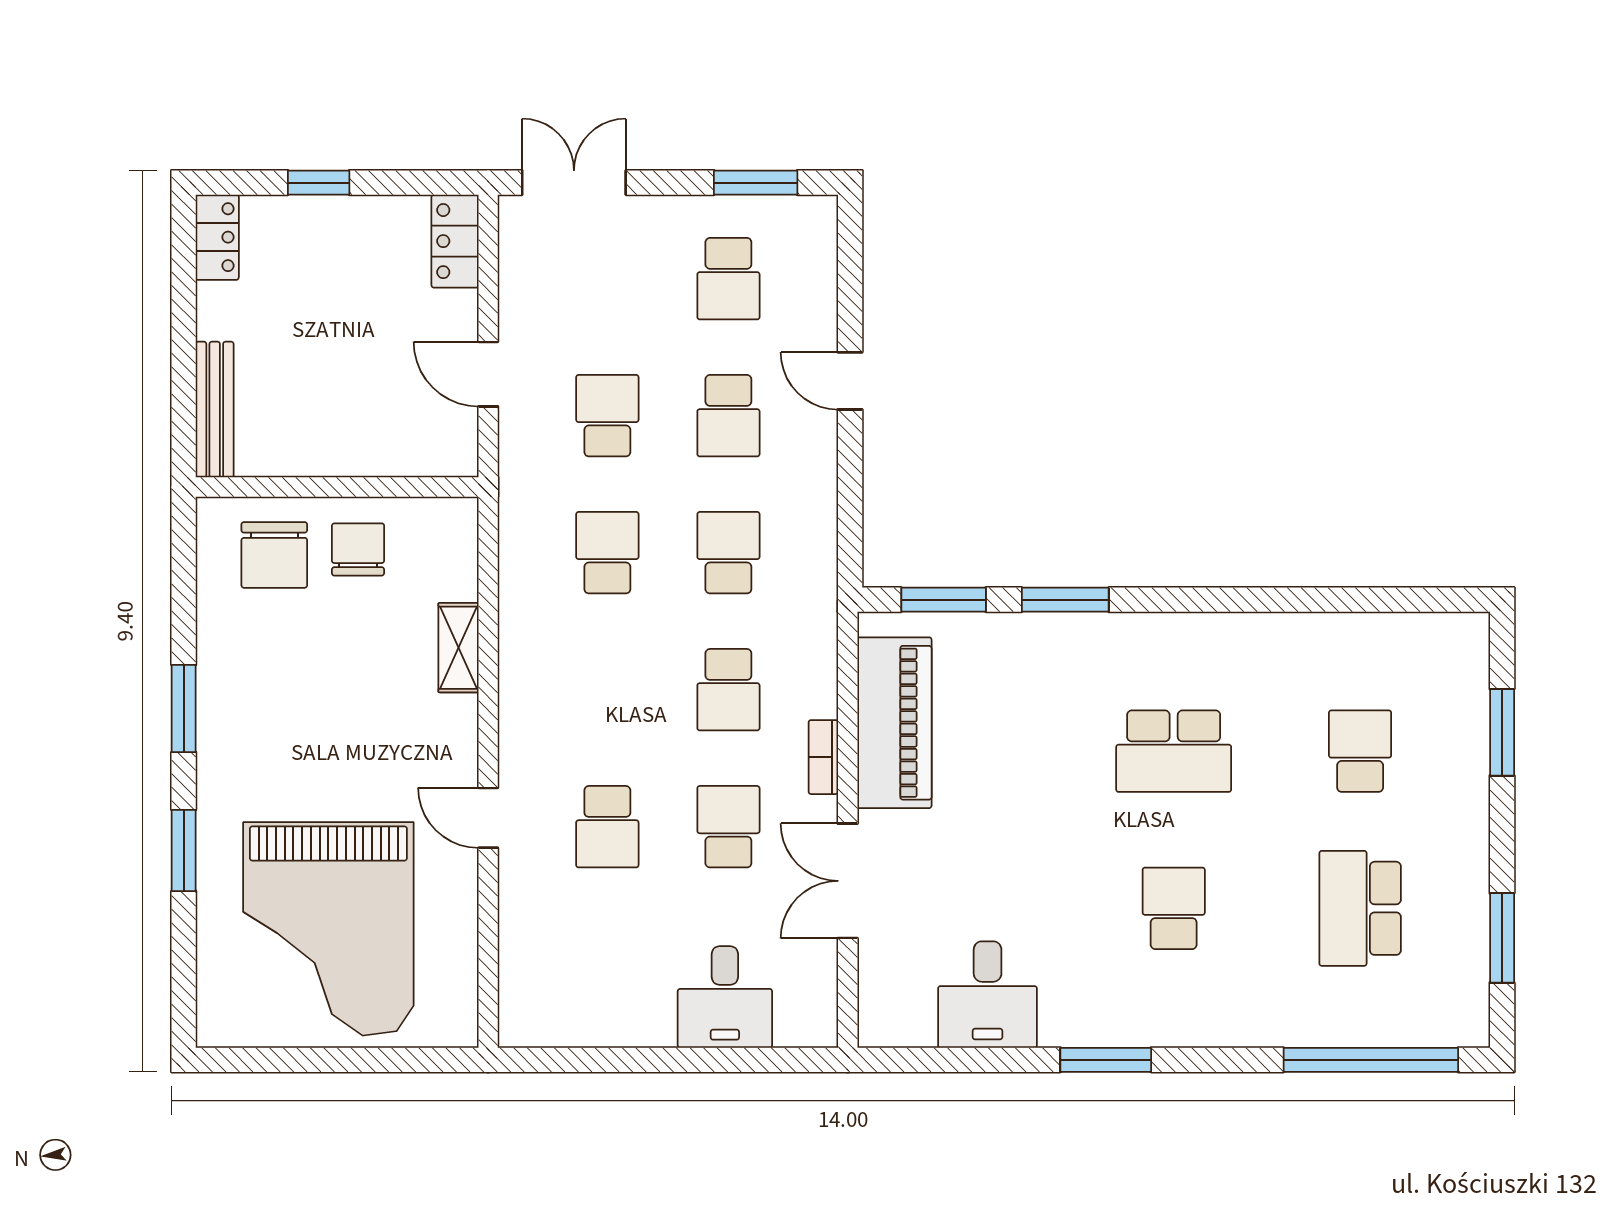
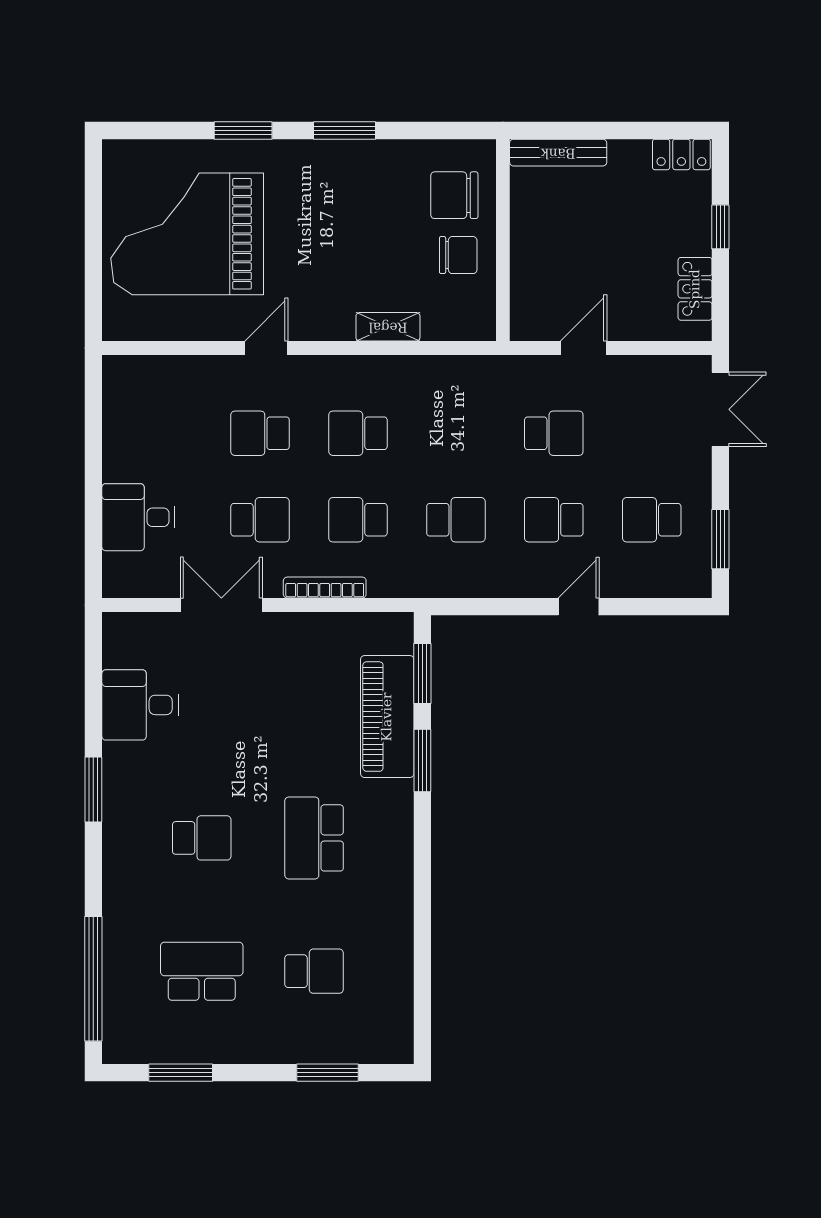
locker: (455, 241) -> (695, 289), moved, turned -90
school desk: (607, 553) -> (358, 433), moved, turned 180
piano: (894, 723) -> (387, 717), moved, turned 90
bookcase: (823, 757) -> (325, 588), width x1.56

